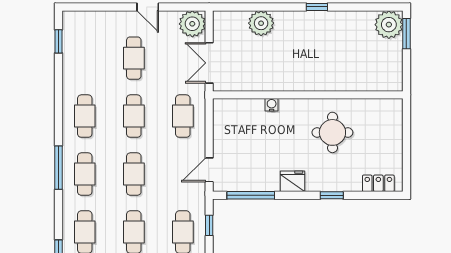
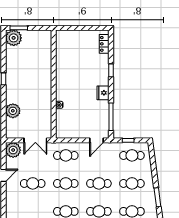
round table: (332, 132) -> (75, 70), removed
door: (209, 170) -> (97, 140), hinge flipped

